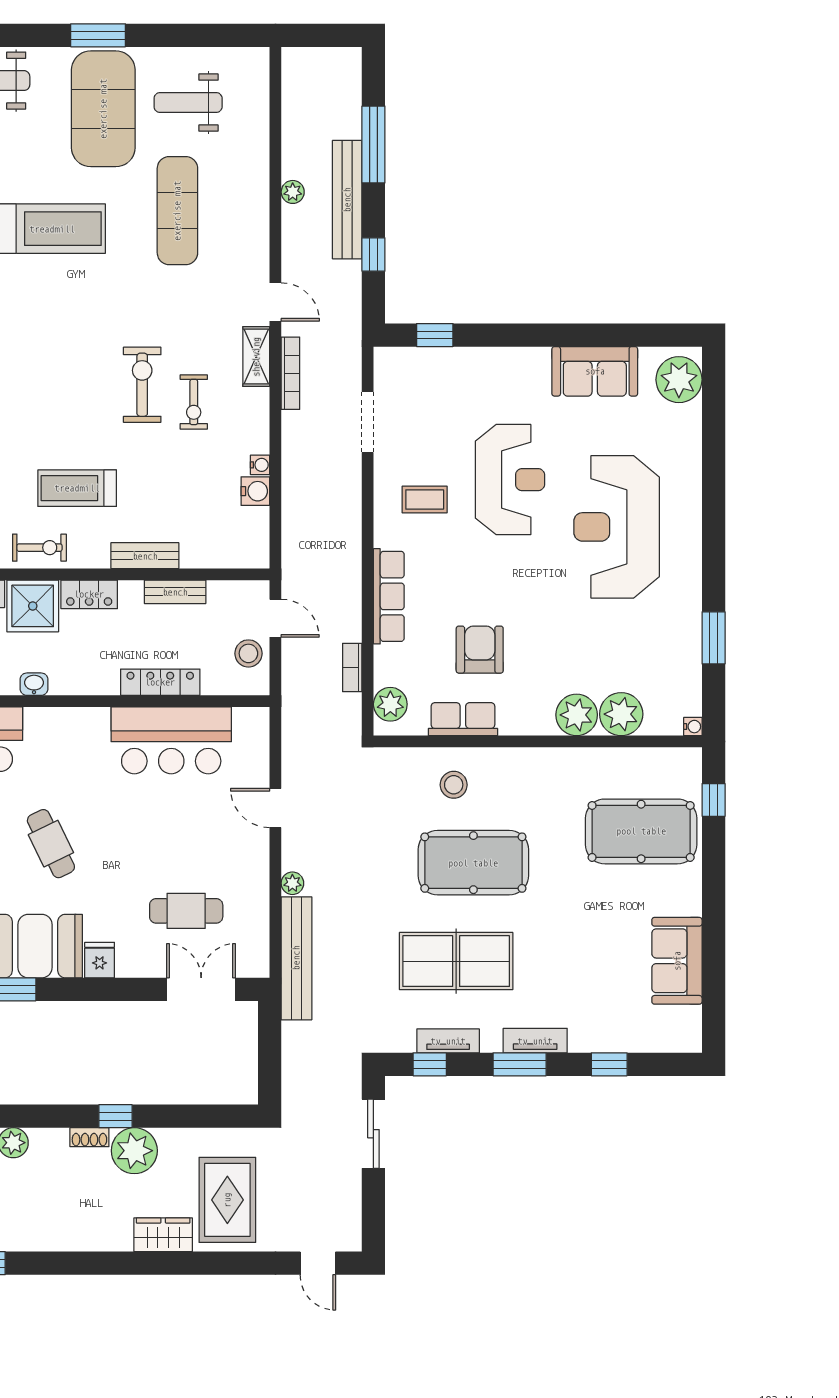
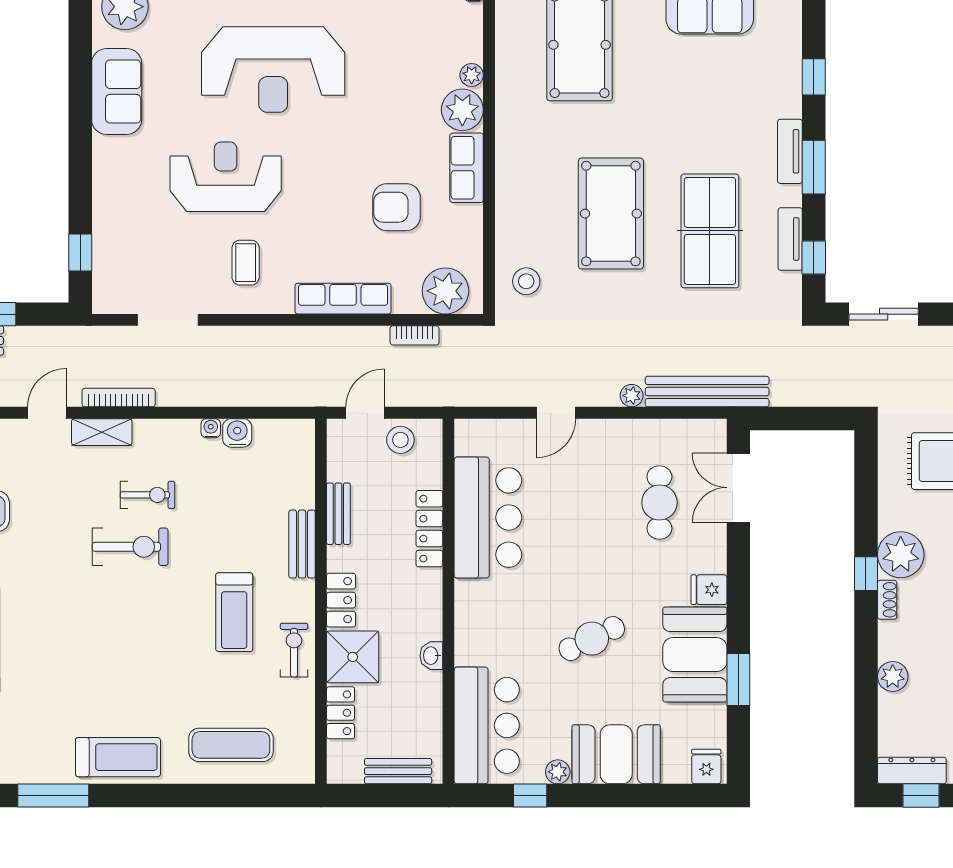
exercise bike: (142, 385) -> (130, 547), turned 180
plant: (390, 704) -> (445, 291), width x1.36, depth x1.36
plant: (621, 714) -> (472, 75), width x0.53, depth x0.53
row of seats: (463, 719) -> (467, 168), moved
stool: (454, 785) -> (526, 281), moved

